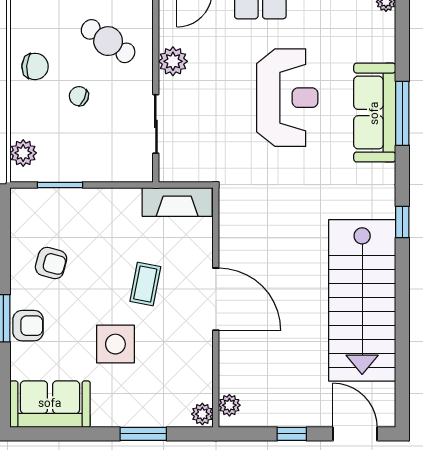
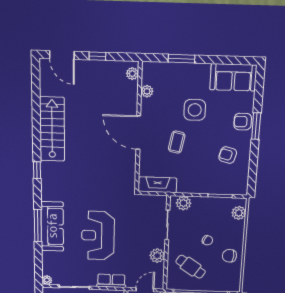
plant: (128, 168) -> (184, 203), added
stairs: (362, 300) -> (52, 129), width x0.73, depth x0.66
plant: (202, 414) -> (147, 91), moved

